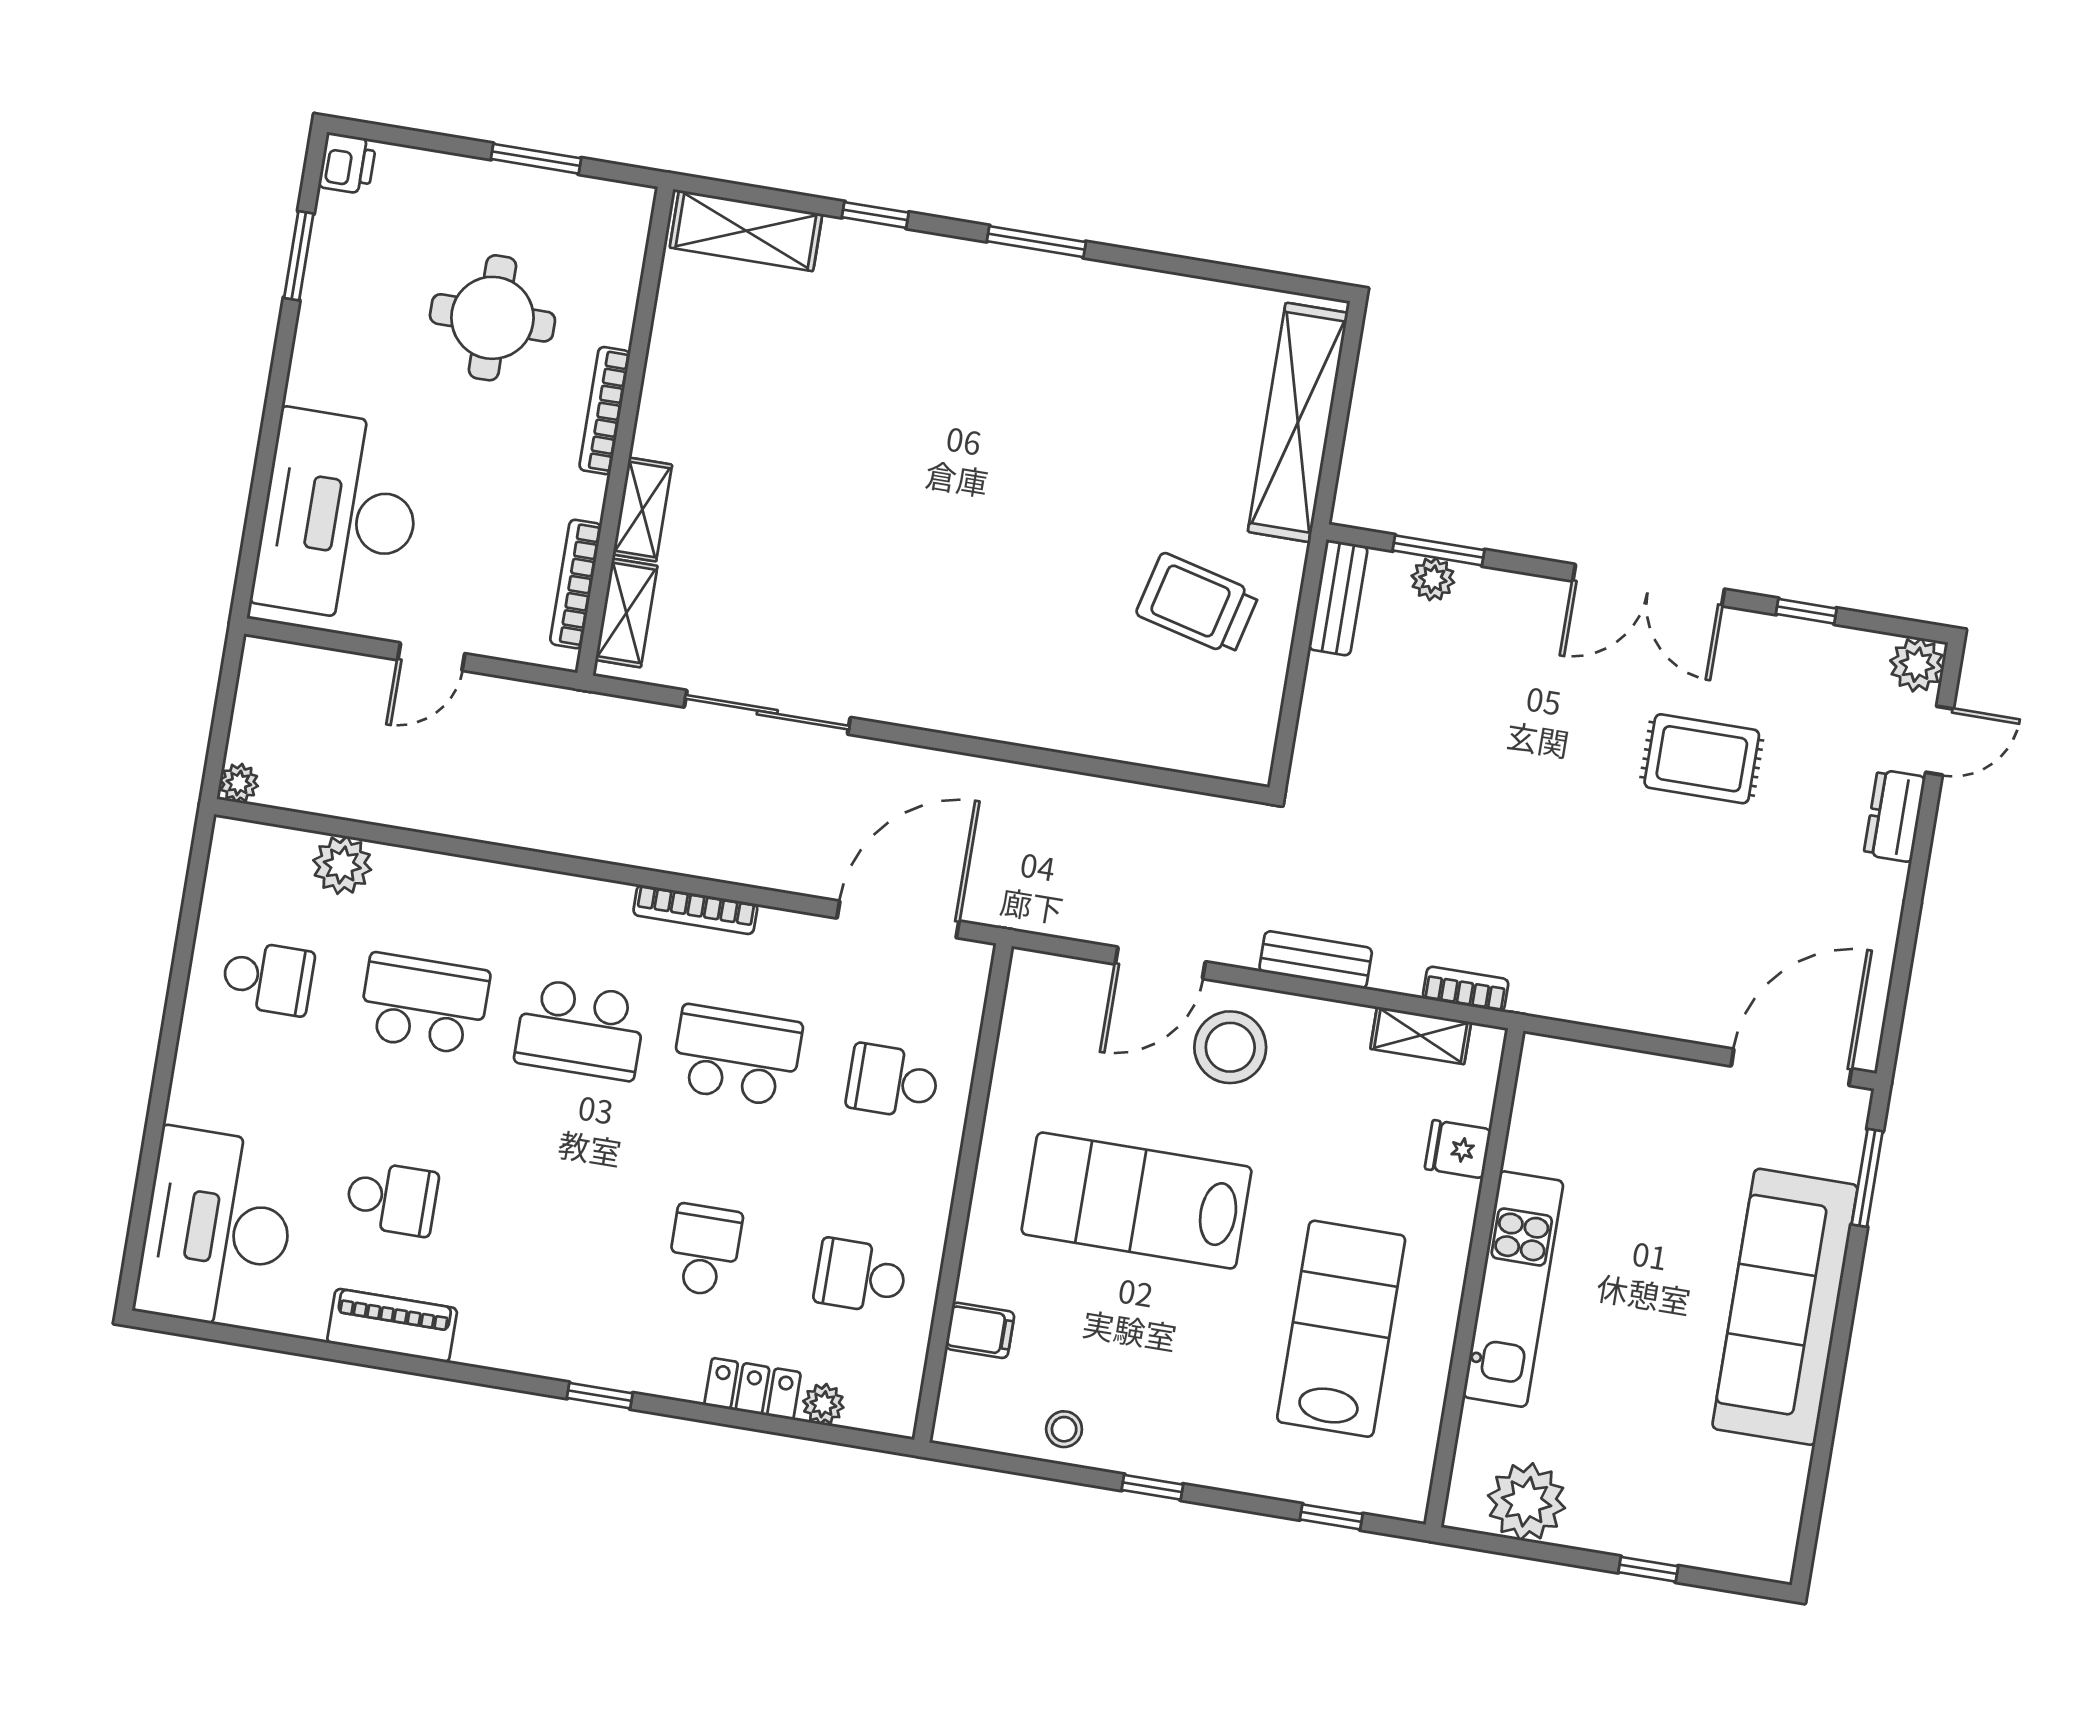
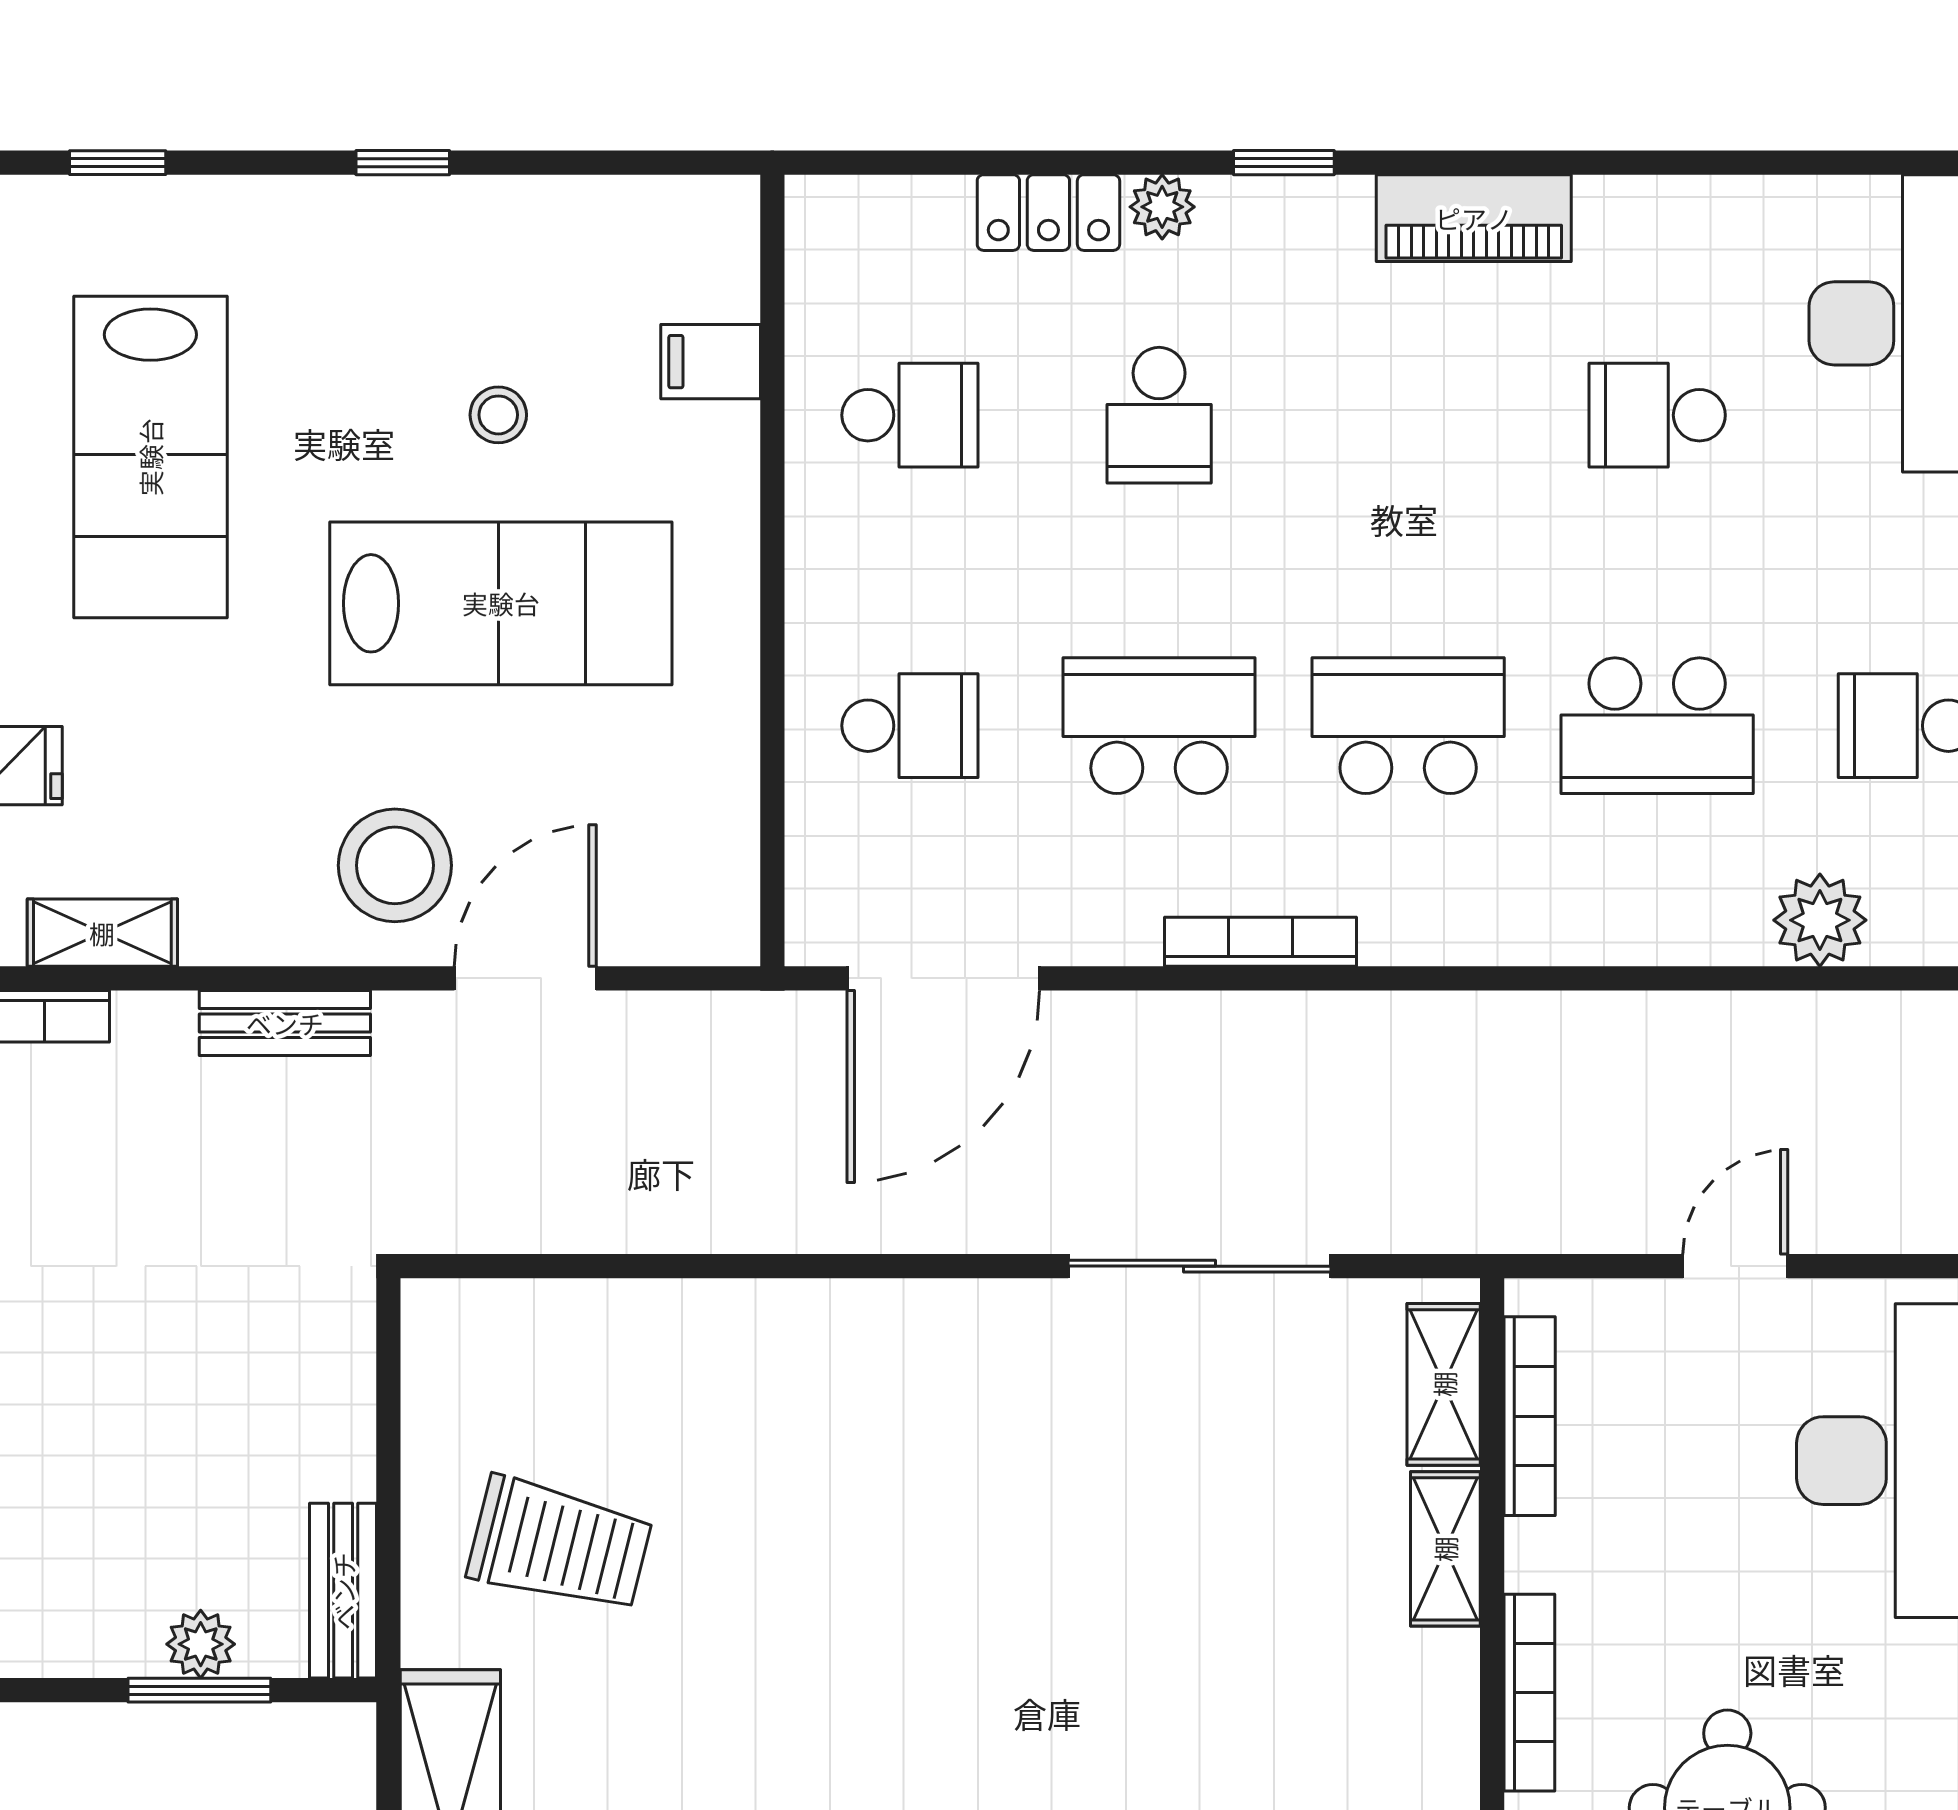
school desk: (737, 1056) -> (1159, 726), turned 180
piano: (392, 1326) -> (1474, 218), moved
plant: (823, 1404) -> (1162, 207), moved
stool: (1064, 1429) -> (498, 415), moved

